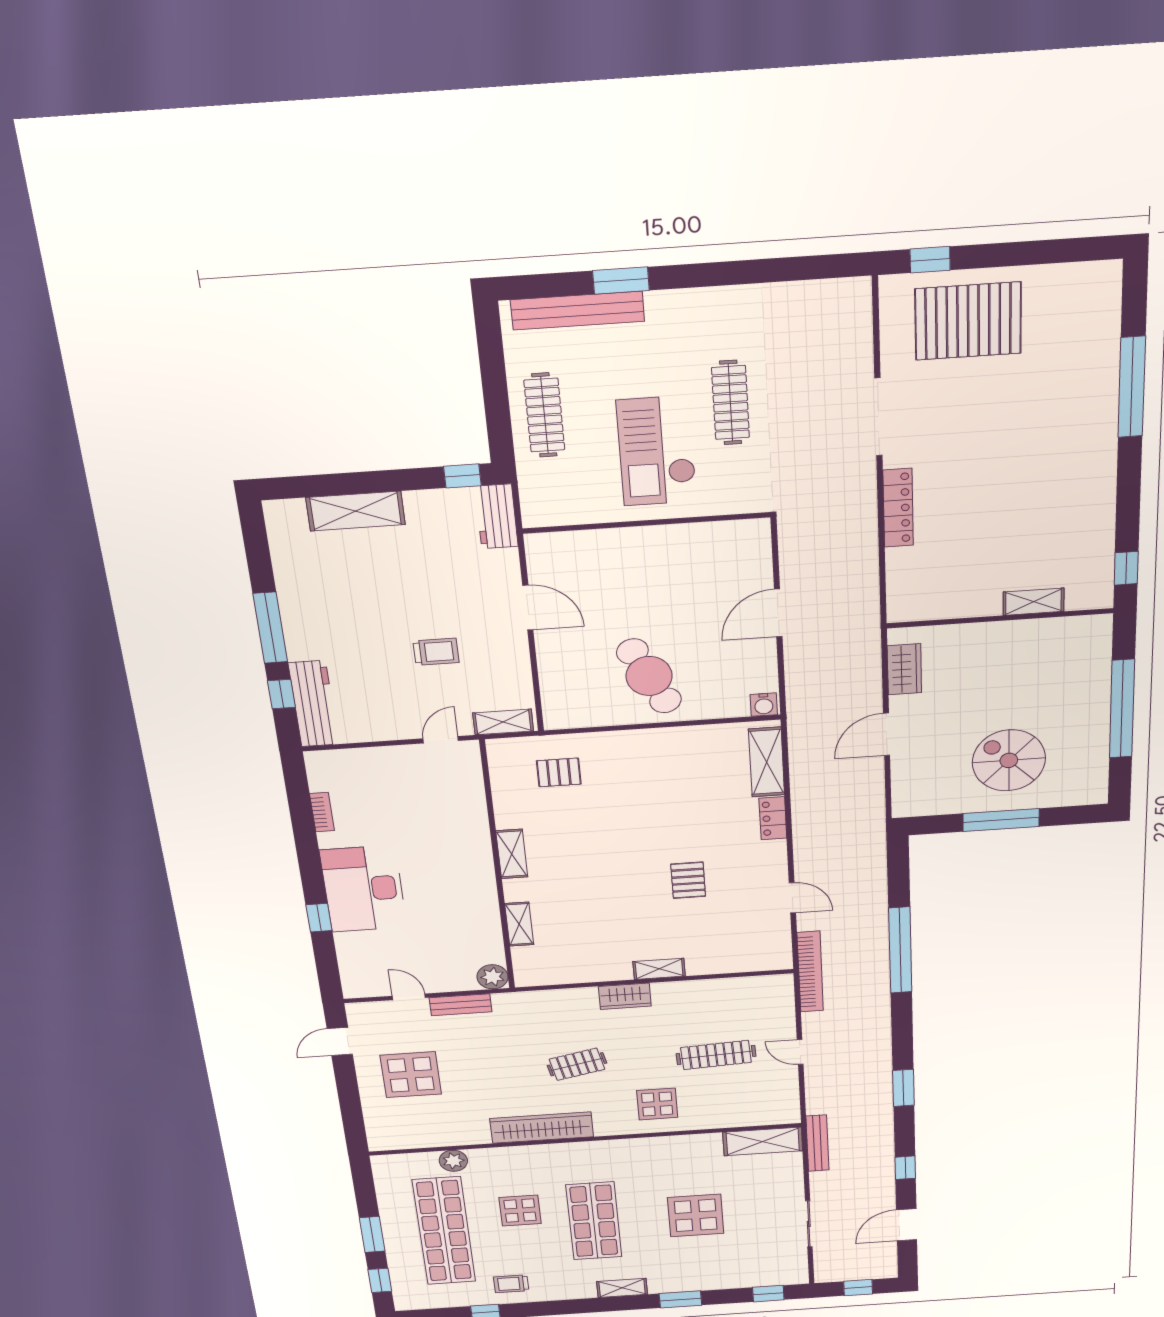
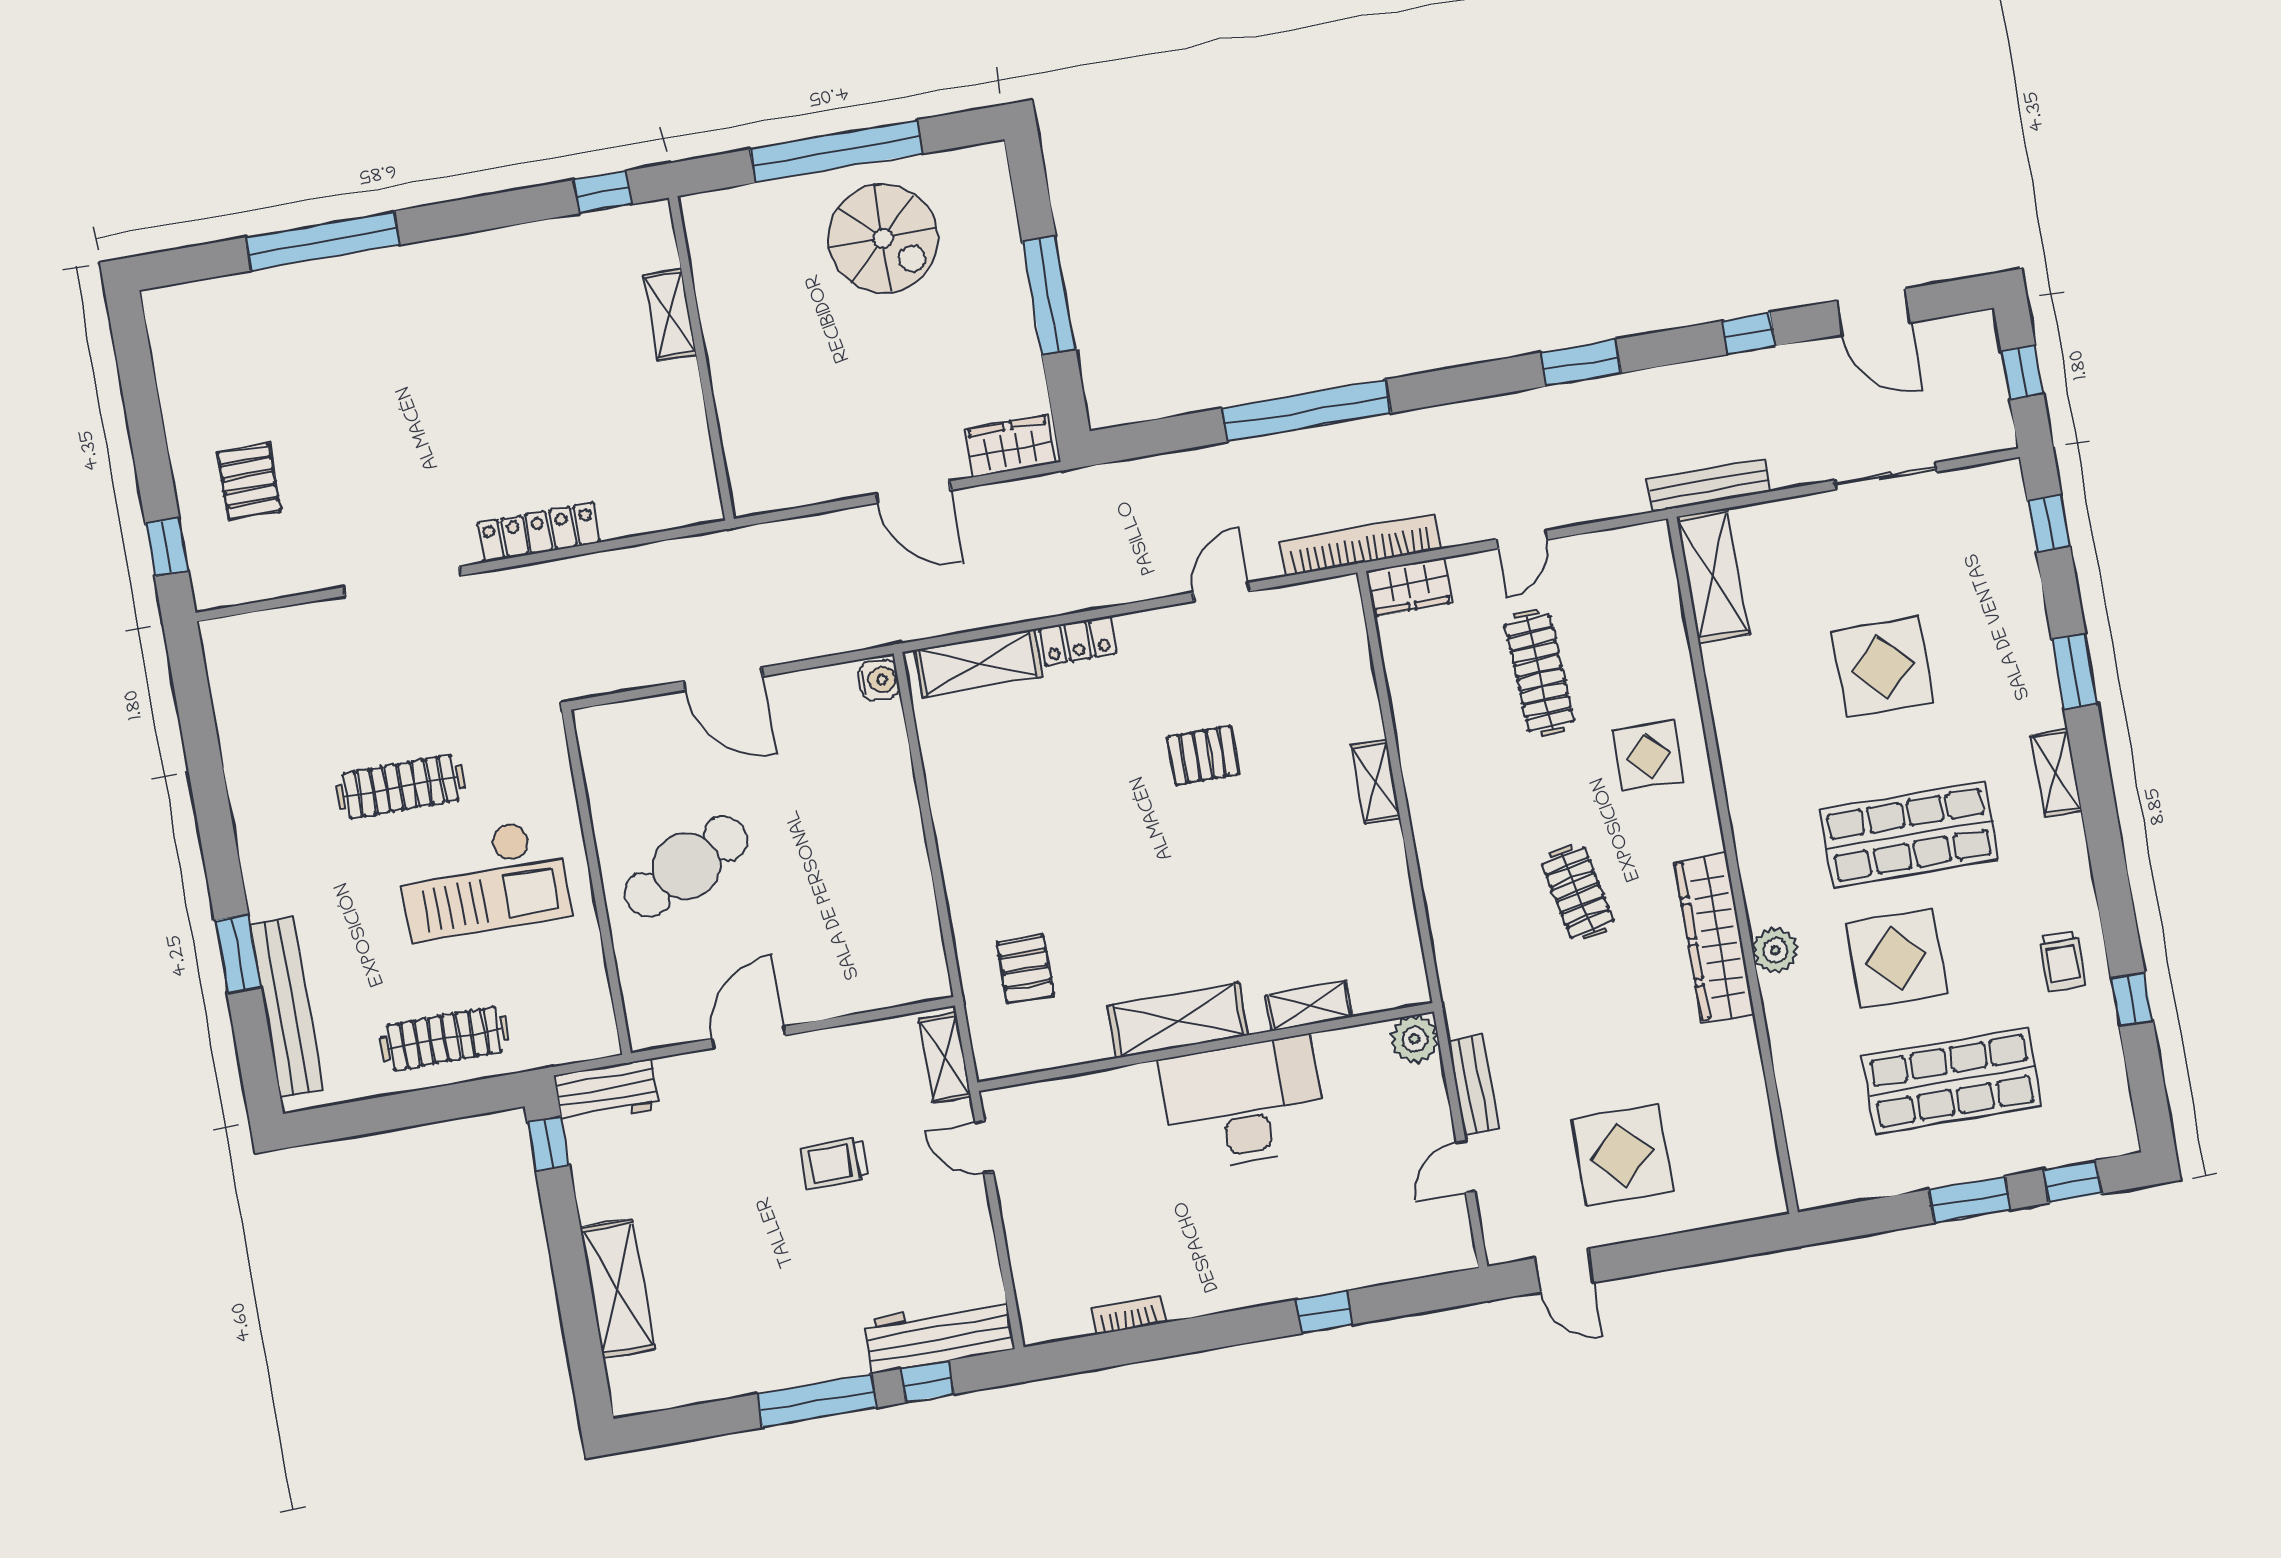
pallet: (968, 321) -> (249, 482), width x0.49, depth x0.50
trolley: (436, 652) -> (835, 1163), turned -90
wardrobe: (904, 669) -> (1010, 446), moved
cafe table: (649, 676) -> (686, 866), moved
spiral stairs: (1009, 760) -> (883, 238), moved, turned -90
shelving: (512, 854) -> (1178, 1021), width x1.50, depth x1.33
desk: (363, 889) -> (1244, 1103), moved, turned 180
wardrobe: (625, 996) -> (1409, 587), moved, turned 90
plant: (453, 1161) -> (1775, 950), moved
display table: (520, 1211) -> (1896, 959), width x1.36, depth x1.36
shop shelf: (444, 1231) -> (1952, 1081), width x0.71

